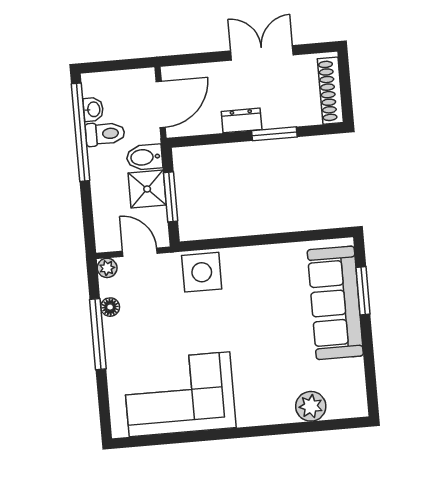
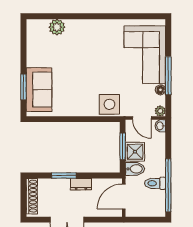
washbasin: (93, 109) -> (160, 126), moved
sofa: (335, 303) -> (39, 90), width x0.73
corner sofa: (179, 394) -> (145, 55), moved, turned 90

